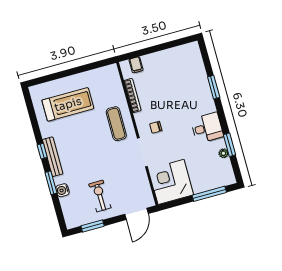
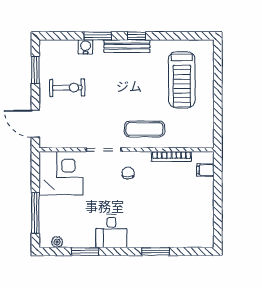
plant: (223, 153) -> (57, 242), moved

